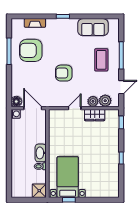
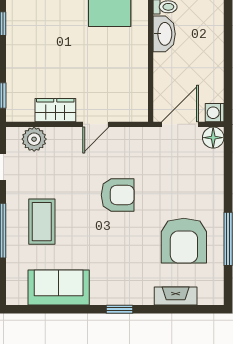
armchair: (31, 50) -> (184, 241), turned 90
plant: (93, 101) -> (59, 138), removed
door: (33, 108) -> (180, 124), swing flipped

